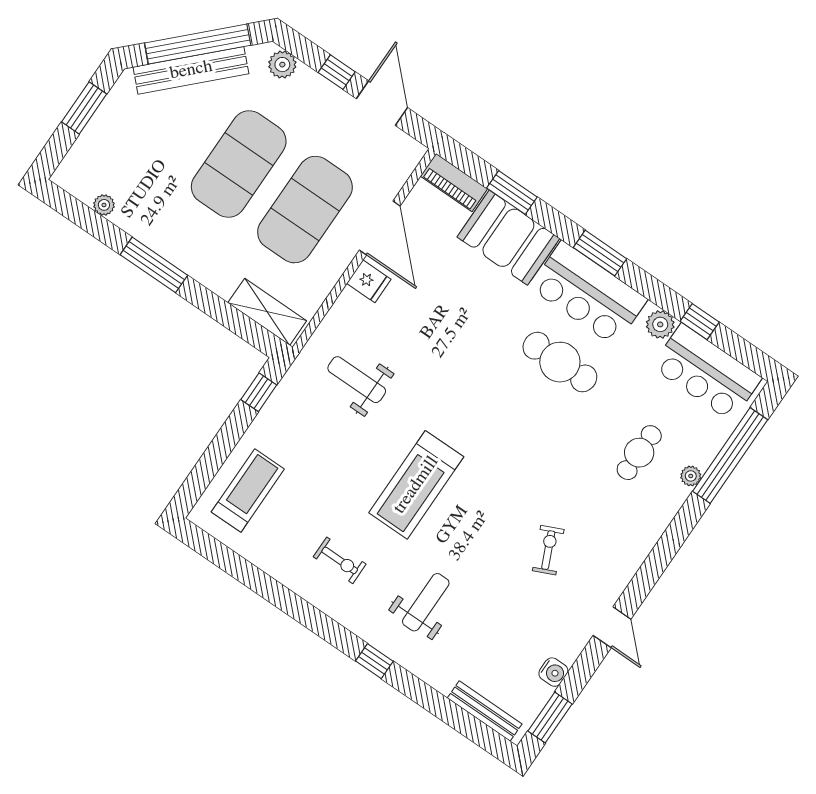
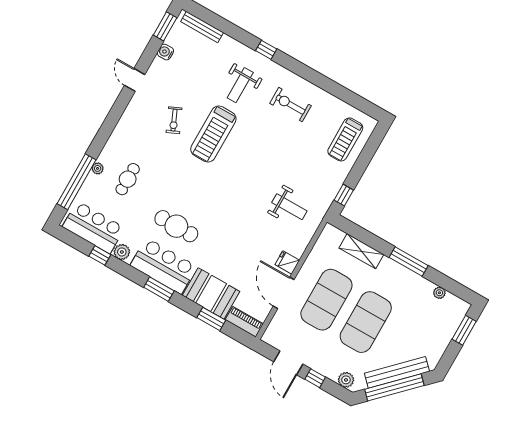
window: (84, 108) -> (464, 330), moved
shelving: (267, 312) -> (361, 251), moved
treadmill: (416, 485) -> (213, 134), moved, turned 180
exercise bike: (340, 560) -> (290, 105), width x1.38, depth x1.39

